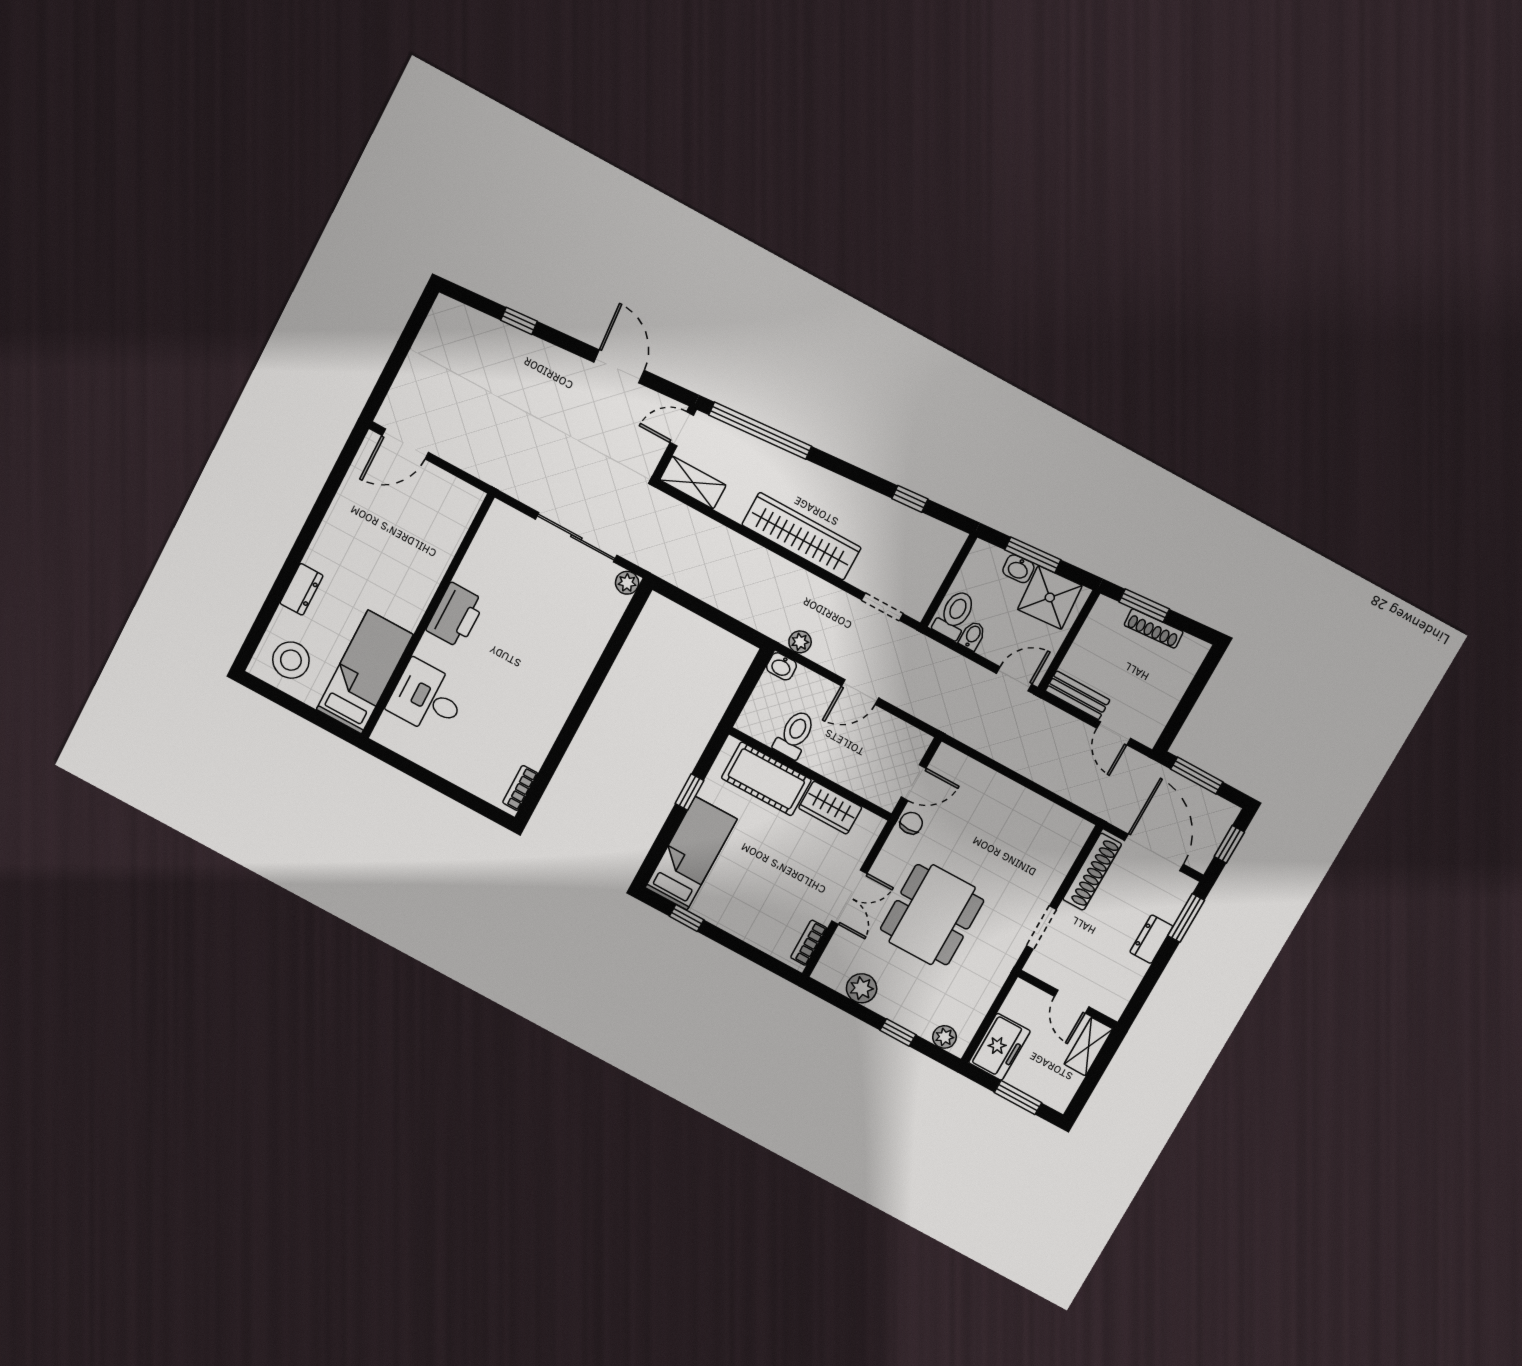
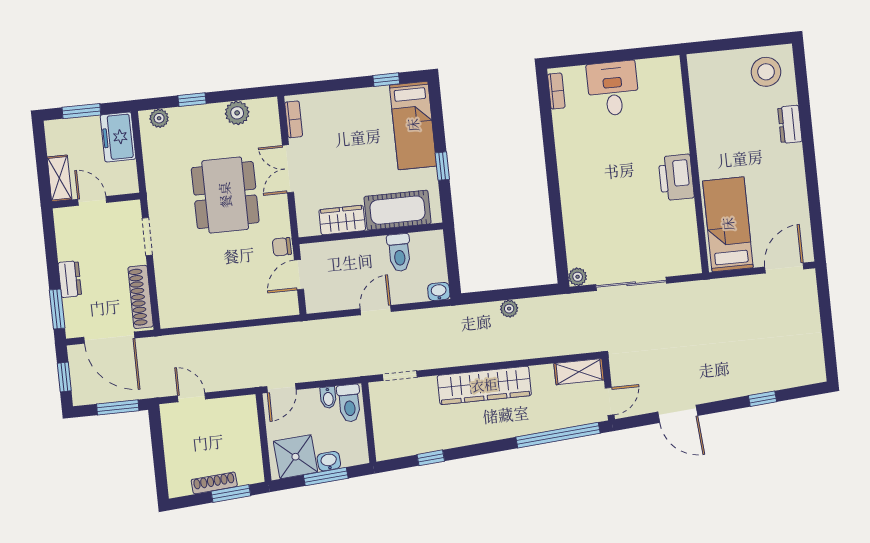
plant: (800, 642) -> (509, 309), moved
bed: (365, 672) -> (728, 224), moved, turned 180
bench: (1078, 695) -> (232, 406), removed
desk: (427, 698) -> (613, 89), moved, turned -90
chair: (911, 823) -> (282, 247), turned 90

